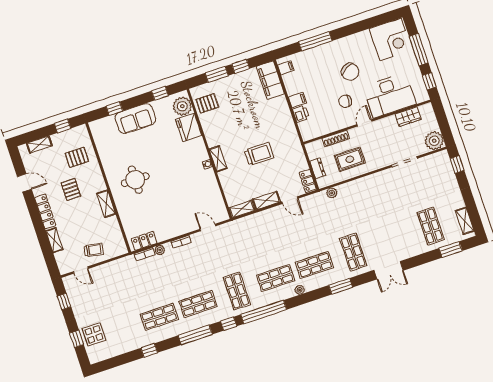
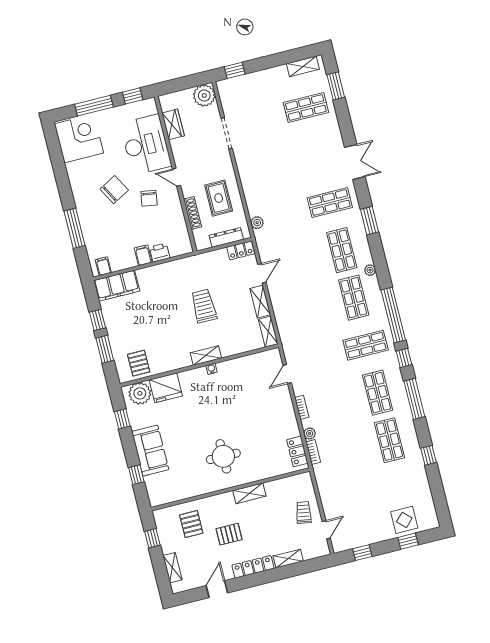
dresser: (318, 168) -> (226, 237), width x1.44

